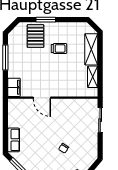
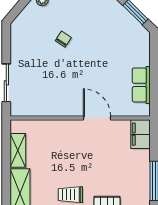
row of seats: (14, 140) -> (141, 85), moved

